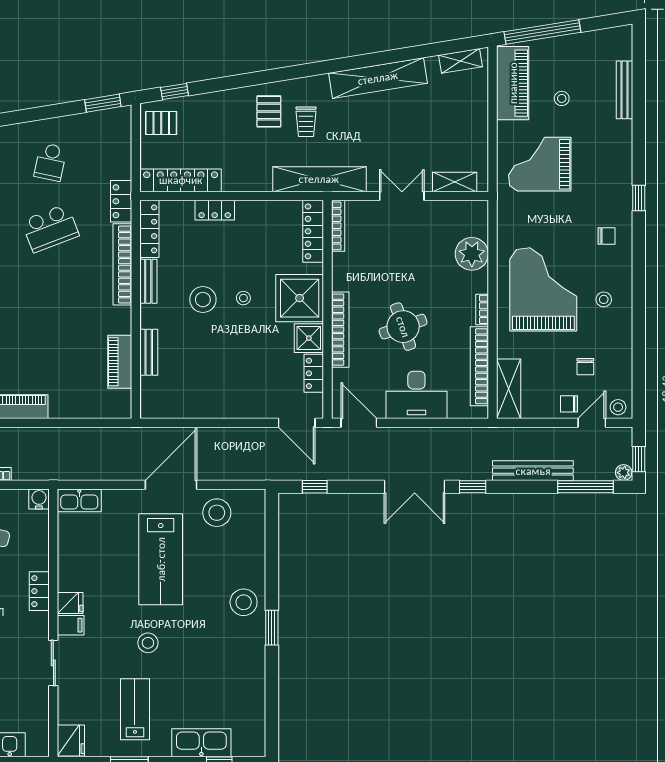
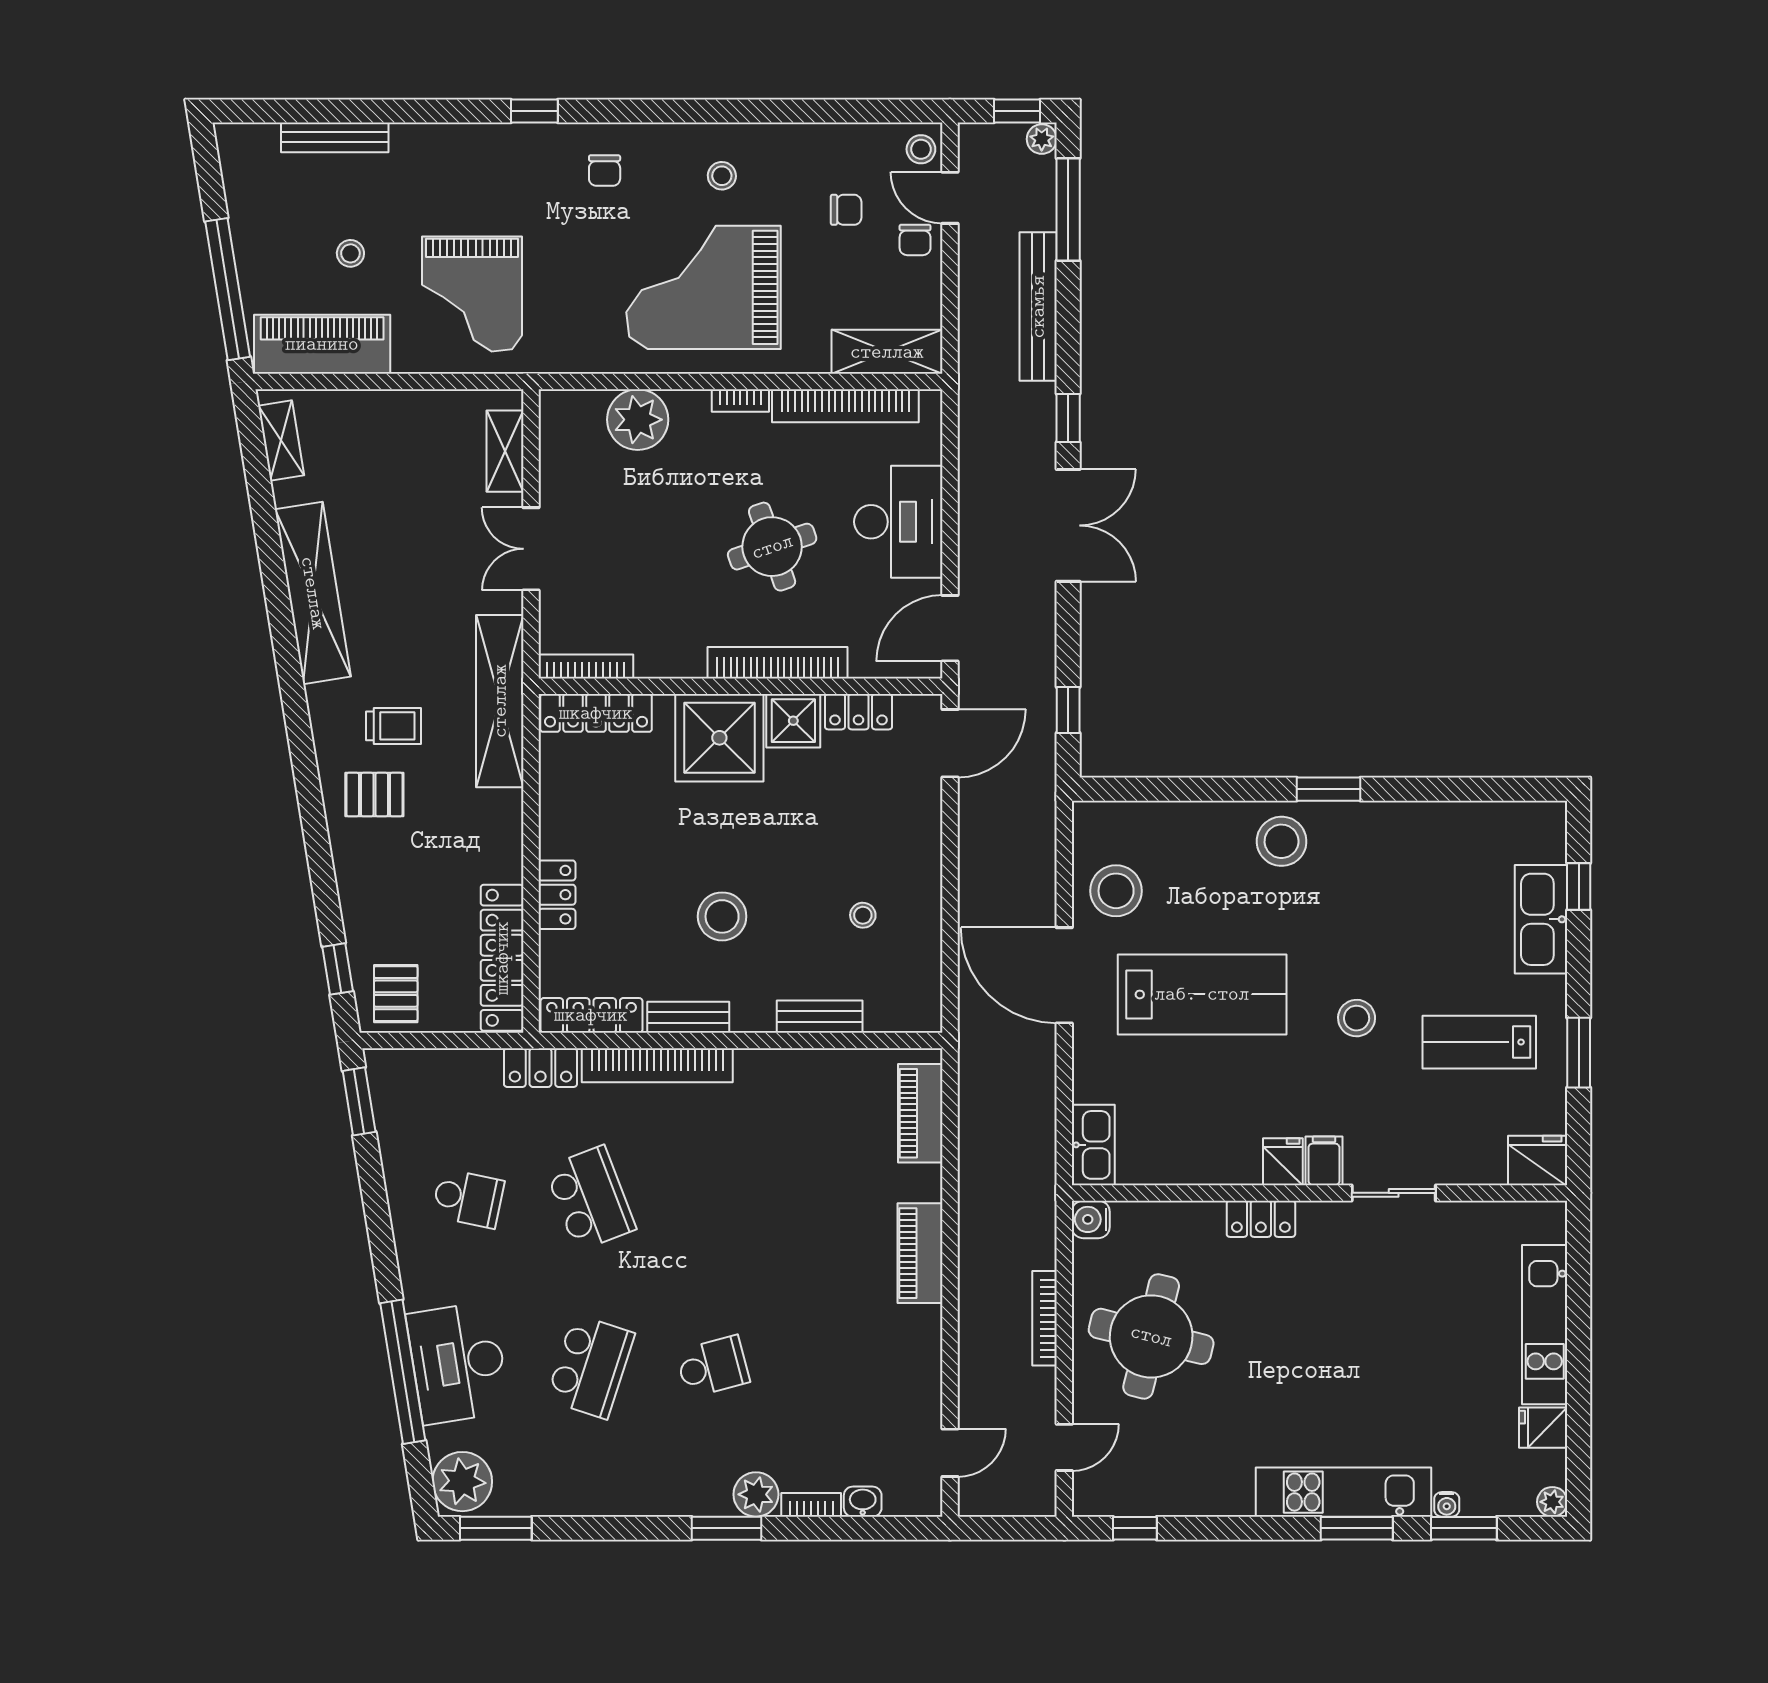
chair: (607, 236) -> (605, 171), turned 180
stool: (243, 298) -> (863, 915), moved
piano: (120, 362) -> (920, 1113), moved, turned 90

